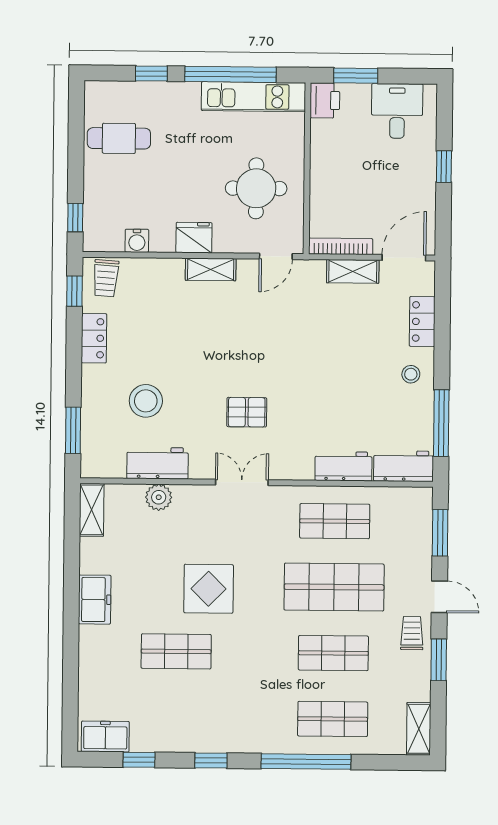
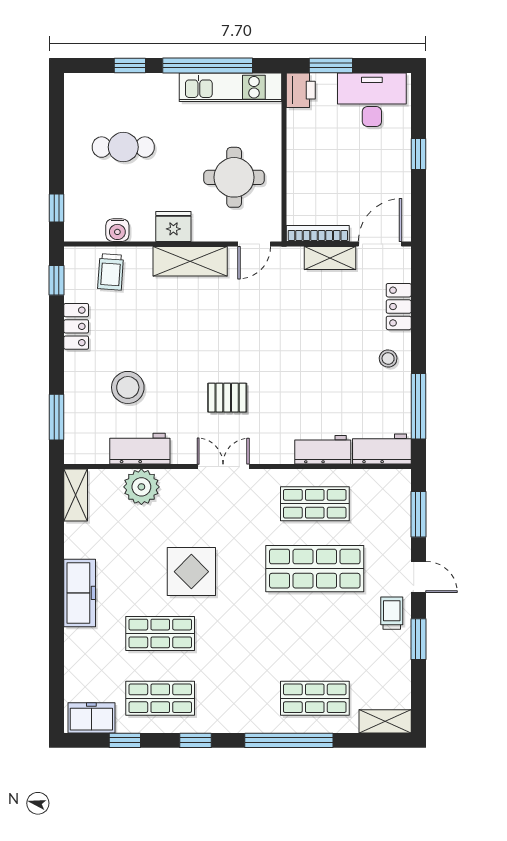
desk: (397, 111) -> (372, 100), width x1.37
cafe table: (119, 138) -> (123, 147), moved
shelving: (211, 269) -> (190, 261), width x1.50, depth x1.33
trolley: (106, 278) -> (111, 272), moved
plant: (159, 497) -> (141, 487), width x1.36, depth x1.36
freezer: (95, 600) -> (80, 593), width x1.40
shop shelf: (333, 653) -> (160, 698), moved
shelving: (419, 729) -> (385, 721), moved, turned 90

